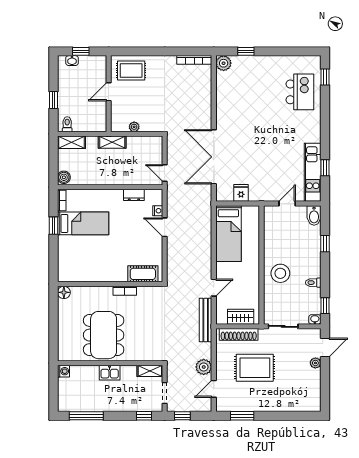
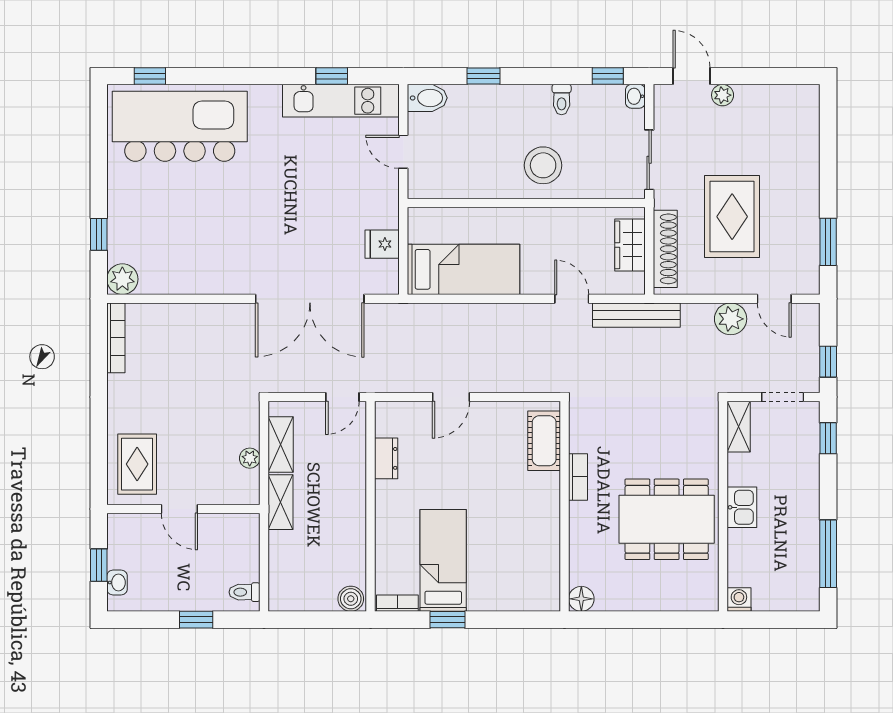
kitchen island: (300, 92) -> (180, 126), width x1.87, depth x1.28
shelving: (71, 142) -> (281, 445), moved
nightstand: (158, 211) -> (418, 411), removed

